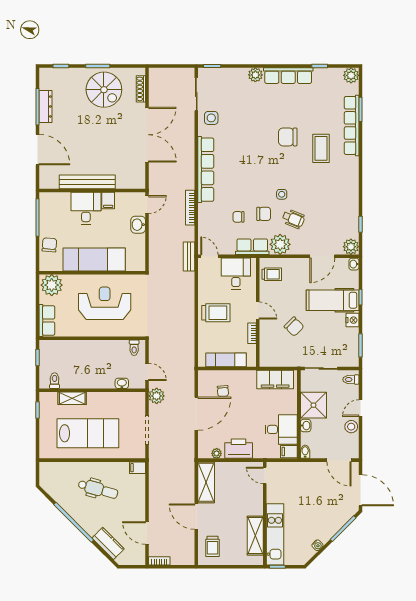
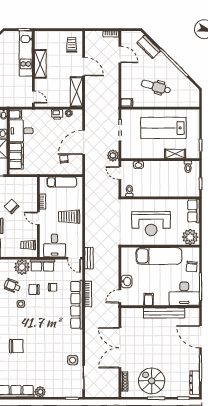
dresser: (45, 106) -> (195, 383), moved
row of seats: (206, 170) -> (77, 305), moved
desk: (86, 208) -> (184, 294), moved, width x1.37
filing cabinet: (275, 380) -> (16, 156), moved, turned 90
printer: (239, 449) -> (57, 114), width x0.53, depth x0.68
shelving: (255, 536) -> (40, 64), moved

